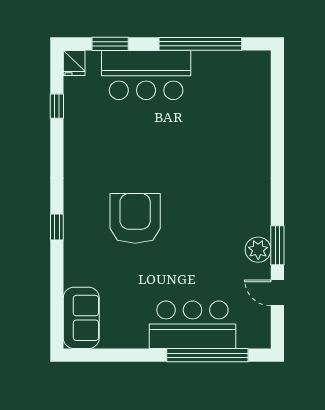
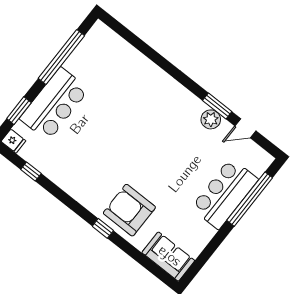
armchair: (135, 218) -> (129, 210), moved

